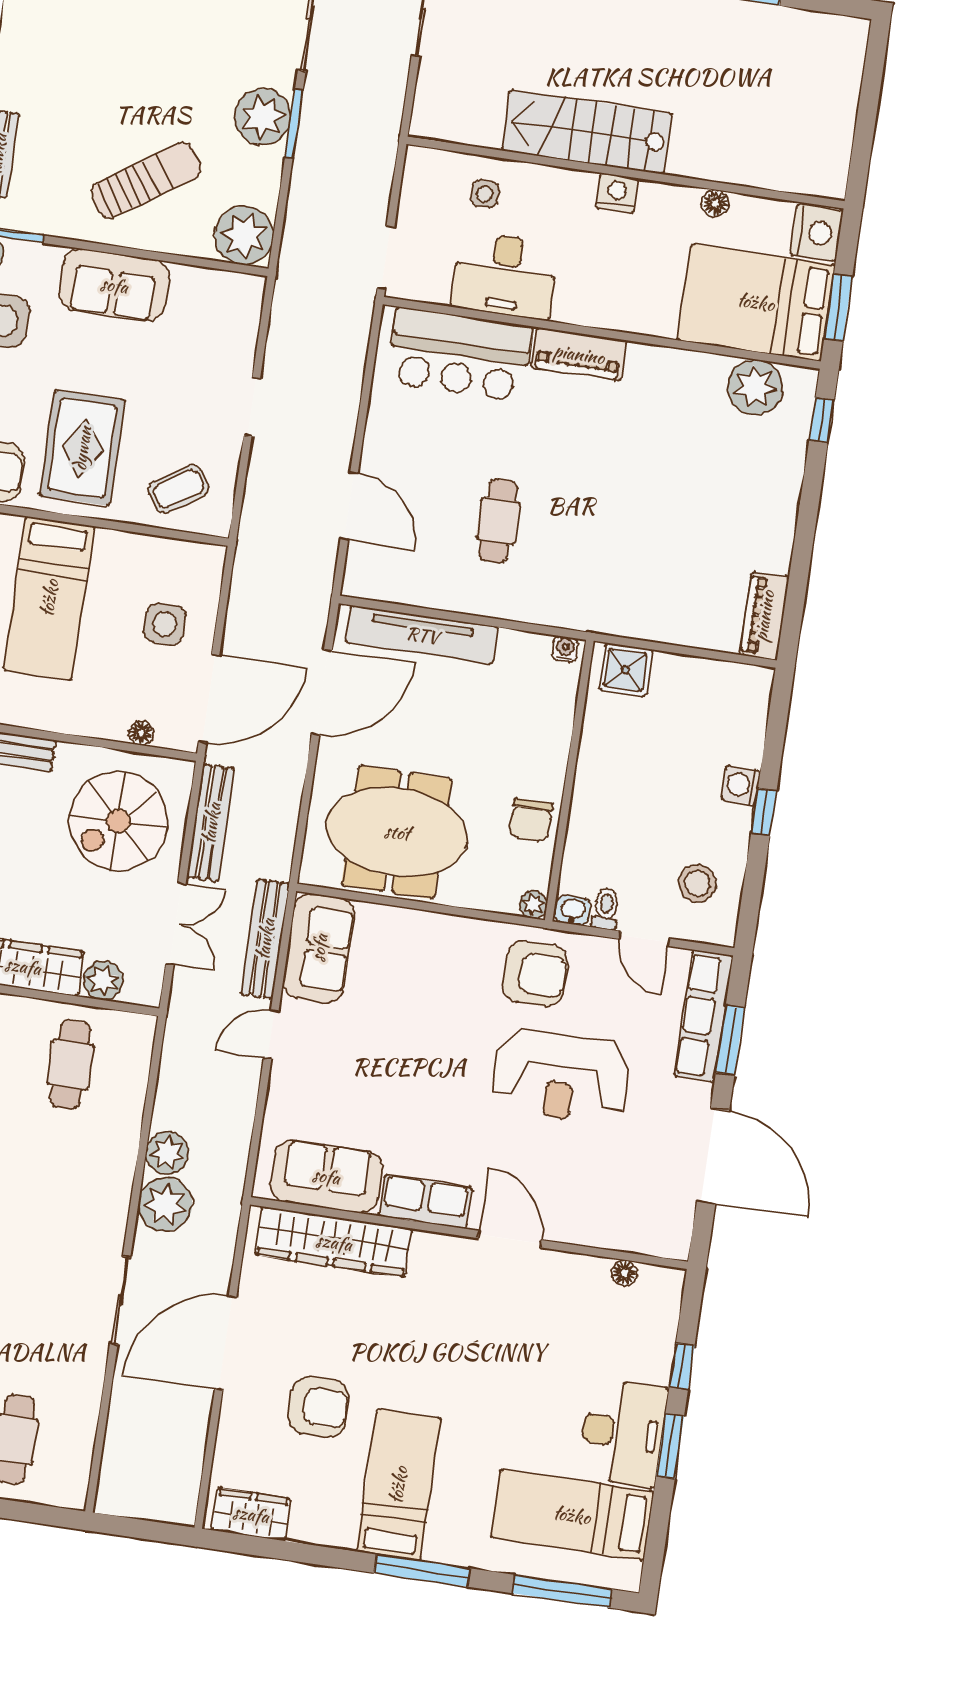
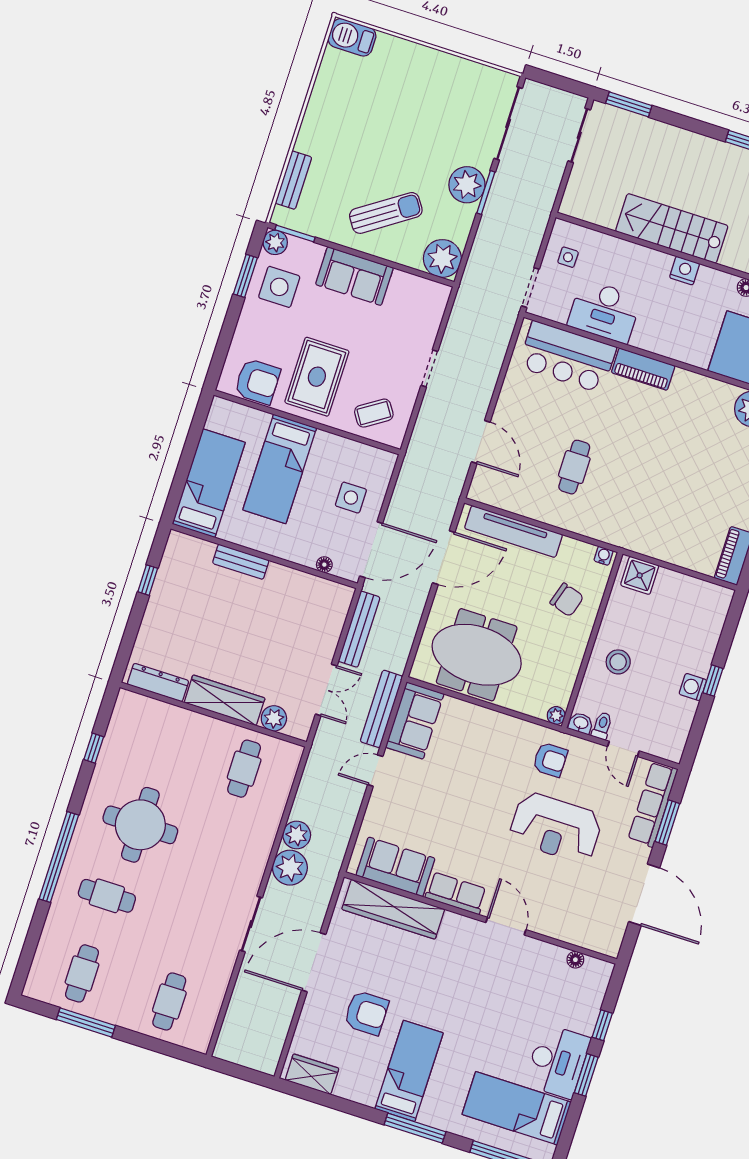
side table: (485, 194) -> (568, 257), moved
washing machine: (741, 785) -> (693, 687), moved
chair: (531, 820) -> (567, 600), moved, turned -73
spiral stairs: (118, 821) -> (301, 618), removed
stool: (697, 883) -> (618, 662), moved
armchair: (535, 974) -> (550, 760), width x0.72, depth x0.72

